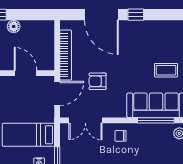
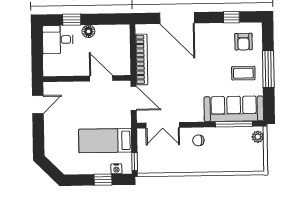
window: (136, 15) -> (231, 17), moved
armchair: (98, 81) -> (243, 42), moved, turned -90
door: (57, 93) -> (134, 98), hinge flipped

